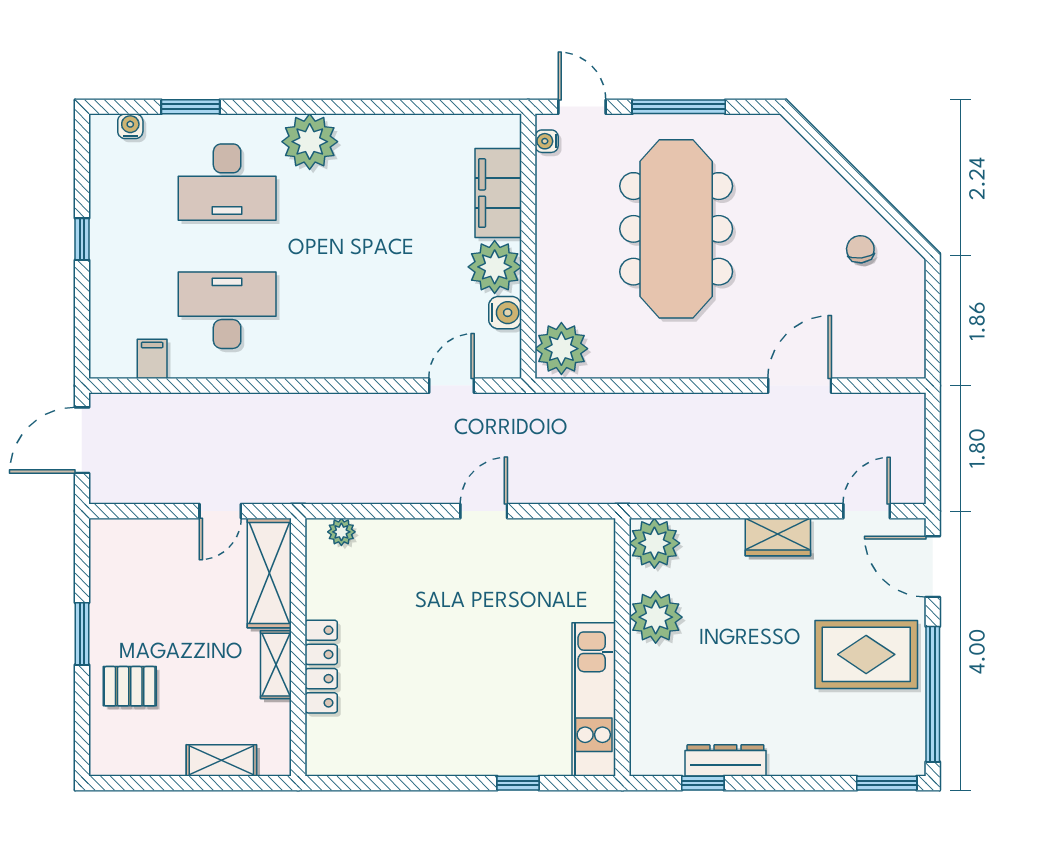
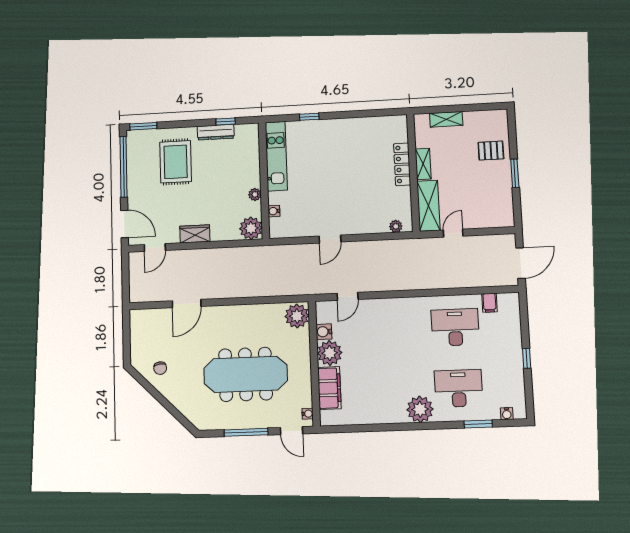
meeting table: (676, 229) -> (246, 374), turned 90
desk: (227, 310) -> (455, 327), turned 180
water cooler: (603, 578) -> (274, 211), added
plant: (656, 617) -> (255, 194), width x0.53, depth x0.53
rug: (866, 654) -> (176, 162), moved, turned 90

